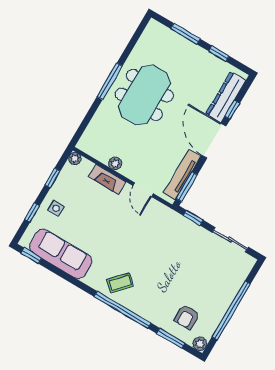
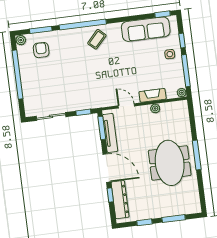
window: (53, 178) -> (186, 71), width x2.17

